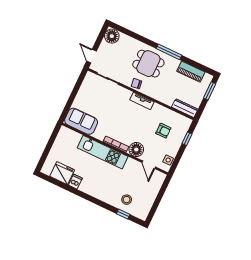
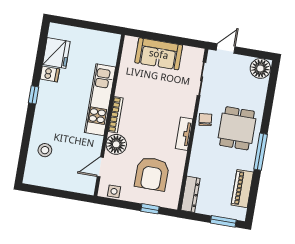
sofa: (81, 121) -> (159, 54), moved, turned 90
armchair: (163, 131) -> (152, 174), width x1.88, depth x1.88
window: (123, 214) -> (34, 95), moved

